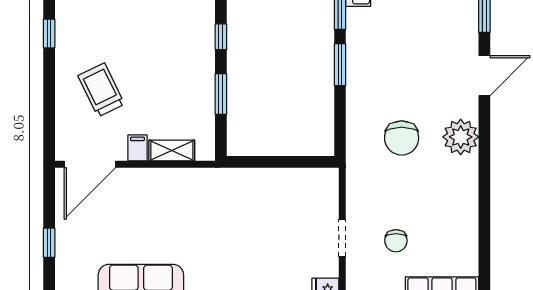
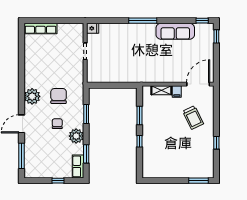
plant: (362, 48) -> (76, 136), added
window: (340, 65) -> (86, 114), moved
chair: (396, 241) -> (57, 124), moved
window: (49, 243) -> (216, 36), moved

